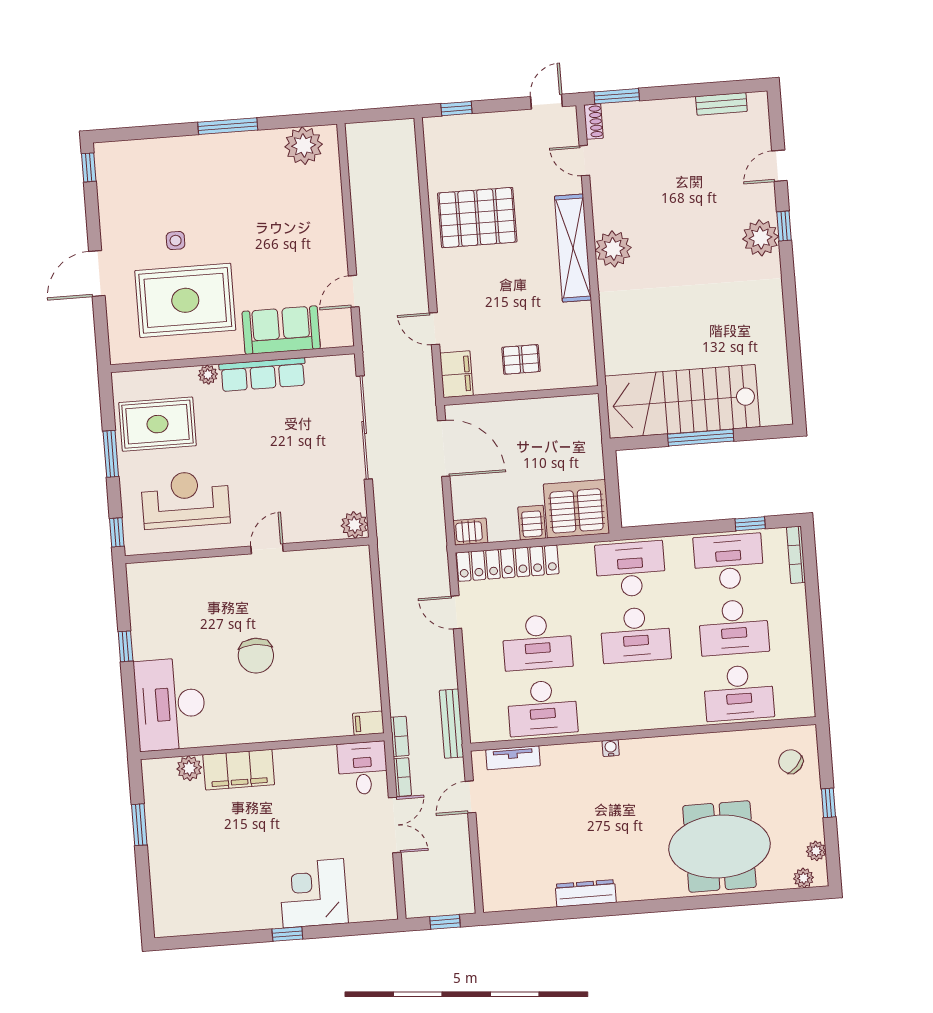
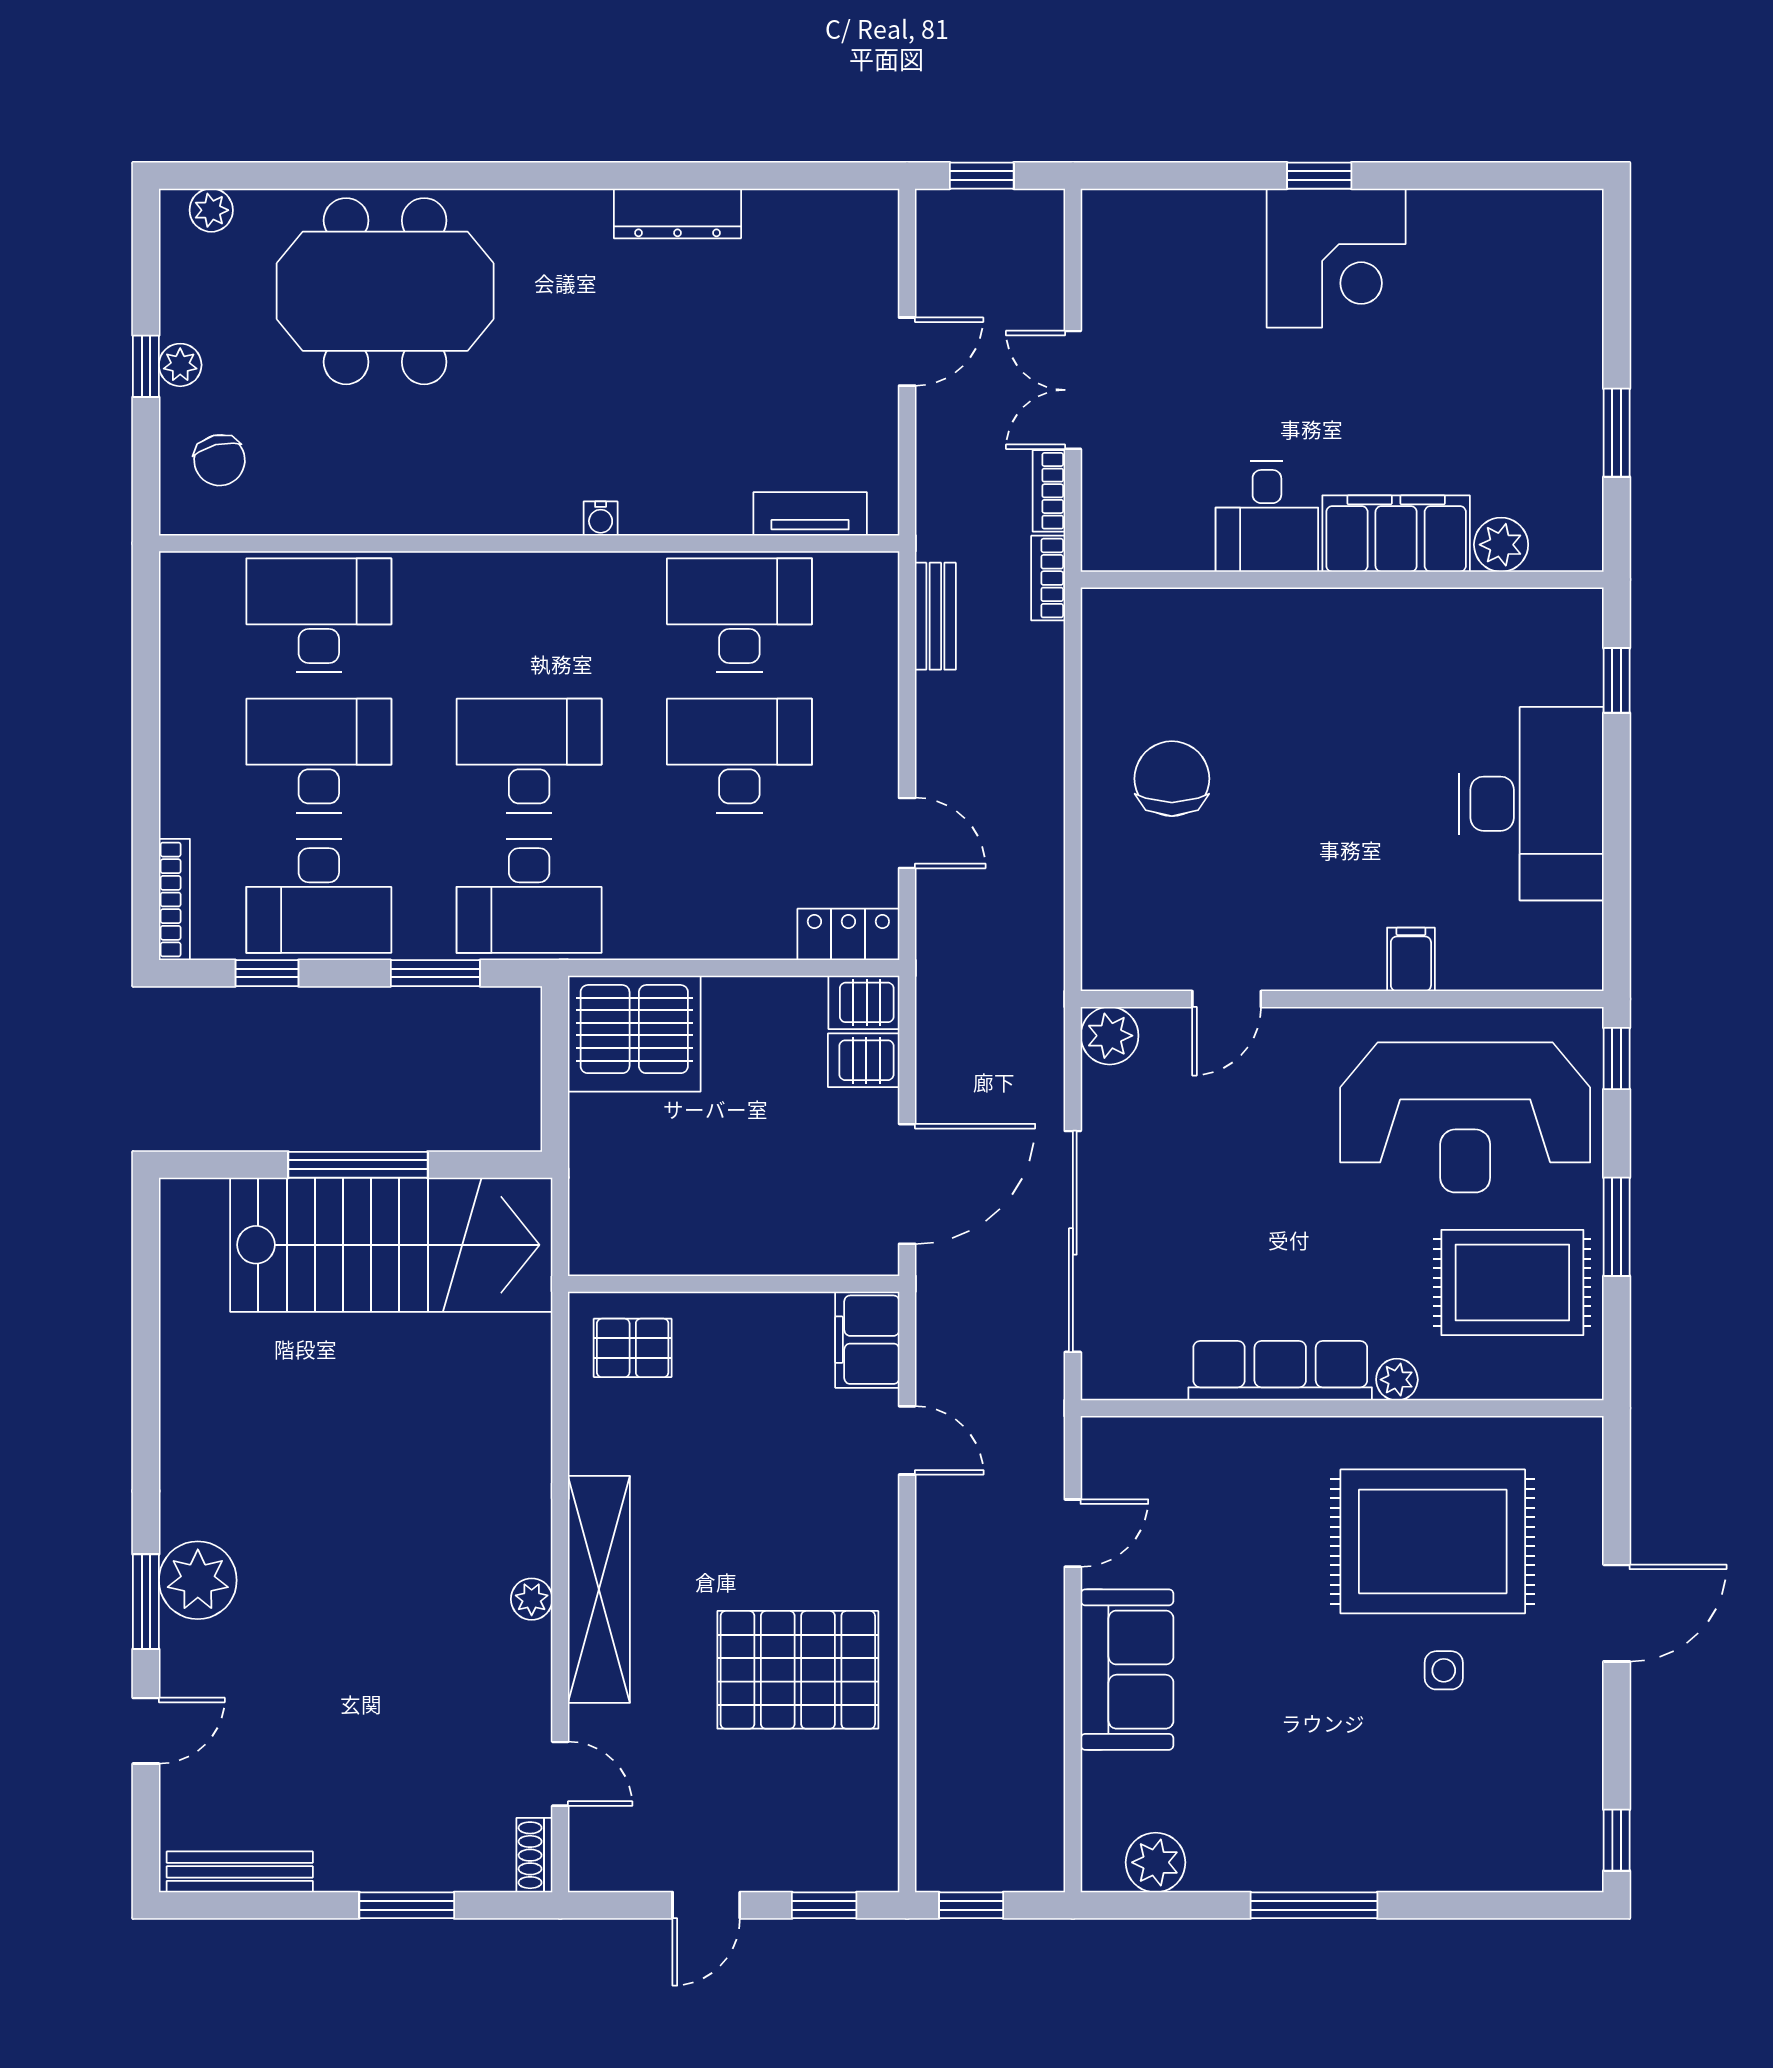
window: (617, 96) -> (407, 1905), moved
door: (546, 102) -> (706, 1905), moved
bench: (721, 104) -> (240, 1872), width x1.36
window: (388, 114) -> (971, 1905), added
plant: (304, 146) -> (1156, 1862), width x0.73, depth x0.73
window: (784, 226) -> (146, 1602), width x1.50
plant: (613, 249) -> (532, 1599), width x0.53, depth x0.53
sofa: (281, 330) -> (1127, 1670), moved, turned -90
pallet: (521, 359) -> (633, 1348), moved
door: (444, 448) -> (907, 1184), swing flipped
reception desk: (185, 500) -> (1465, 1117), width x1.36, depth x1.30
server rack: (532, 523) -> (864, 1060), moved, turned 90
window: (671, 530) -> (435, 973), added
door: (267, 549) -> (1227, 999), moved
locker: (508, 563) -> (848, 934), width x0.46, depth x0.83
window: (126, 646) -> (1617, 680), moved
chair: (256, 656) -> (1172, 779), moved
desk: (170, 704) -> (1531, 804), moved
filing cabinet: (368, 723) -> (1411, 959), moved, turned -90
bench: (452, 724) -> (935, 616), width x0.73
chair: (791, 762) -> (220, 460), turned 34
desk: (363, 768) -> (1267, 516), moved
door: (470, 797) -> (907, 352), moved
plant: (816, 851) -> (180, 365), moved
corner desk: (313, 893) -> (1336, 258), moved

